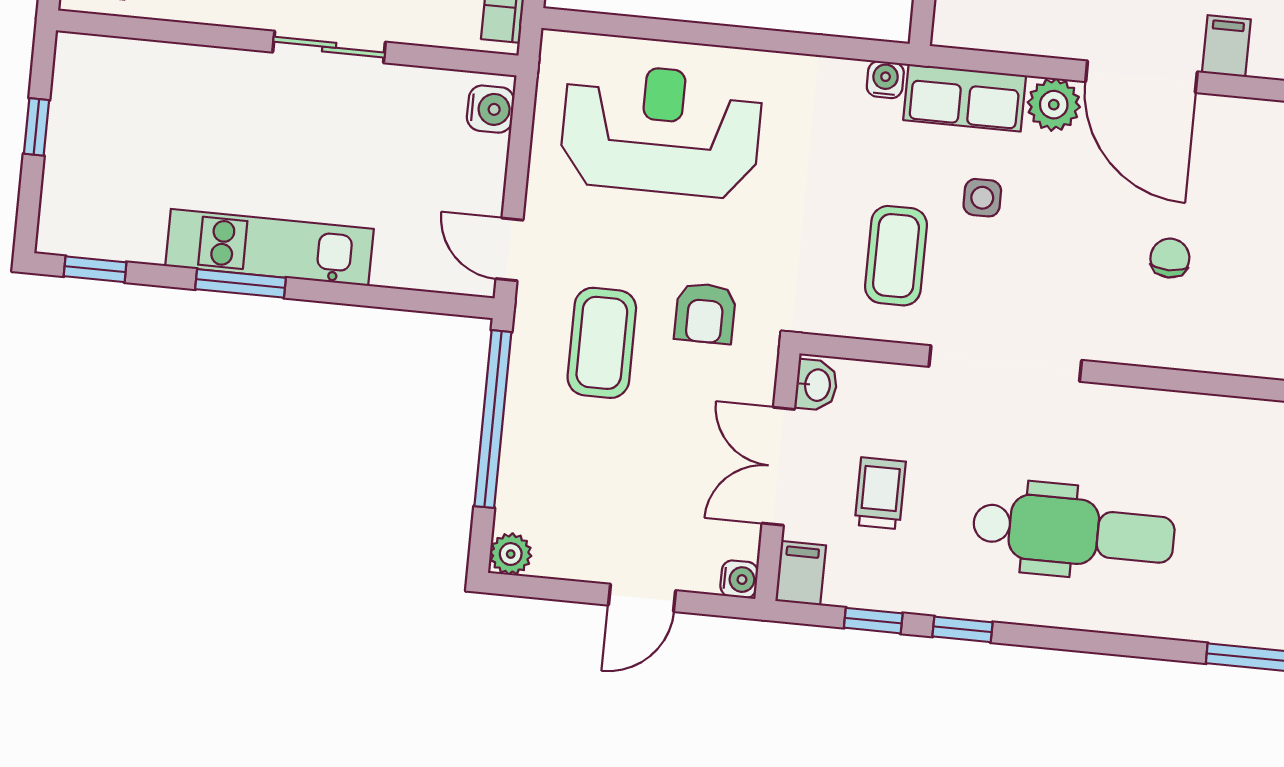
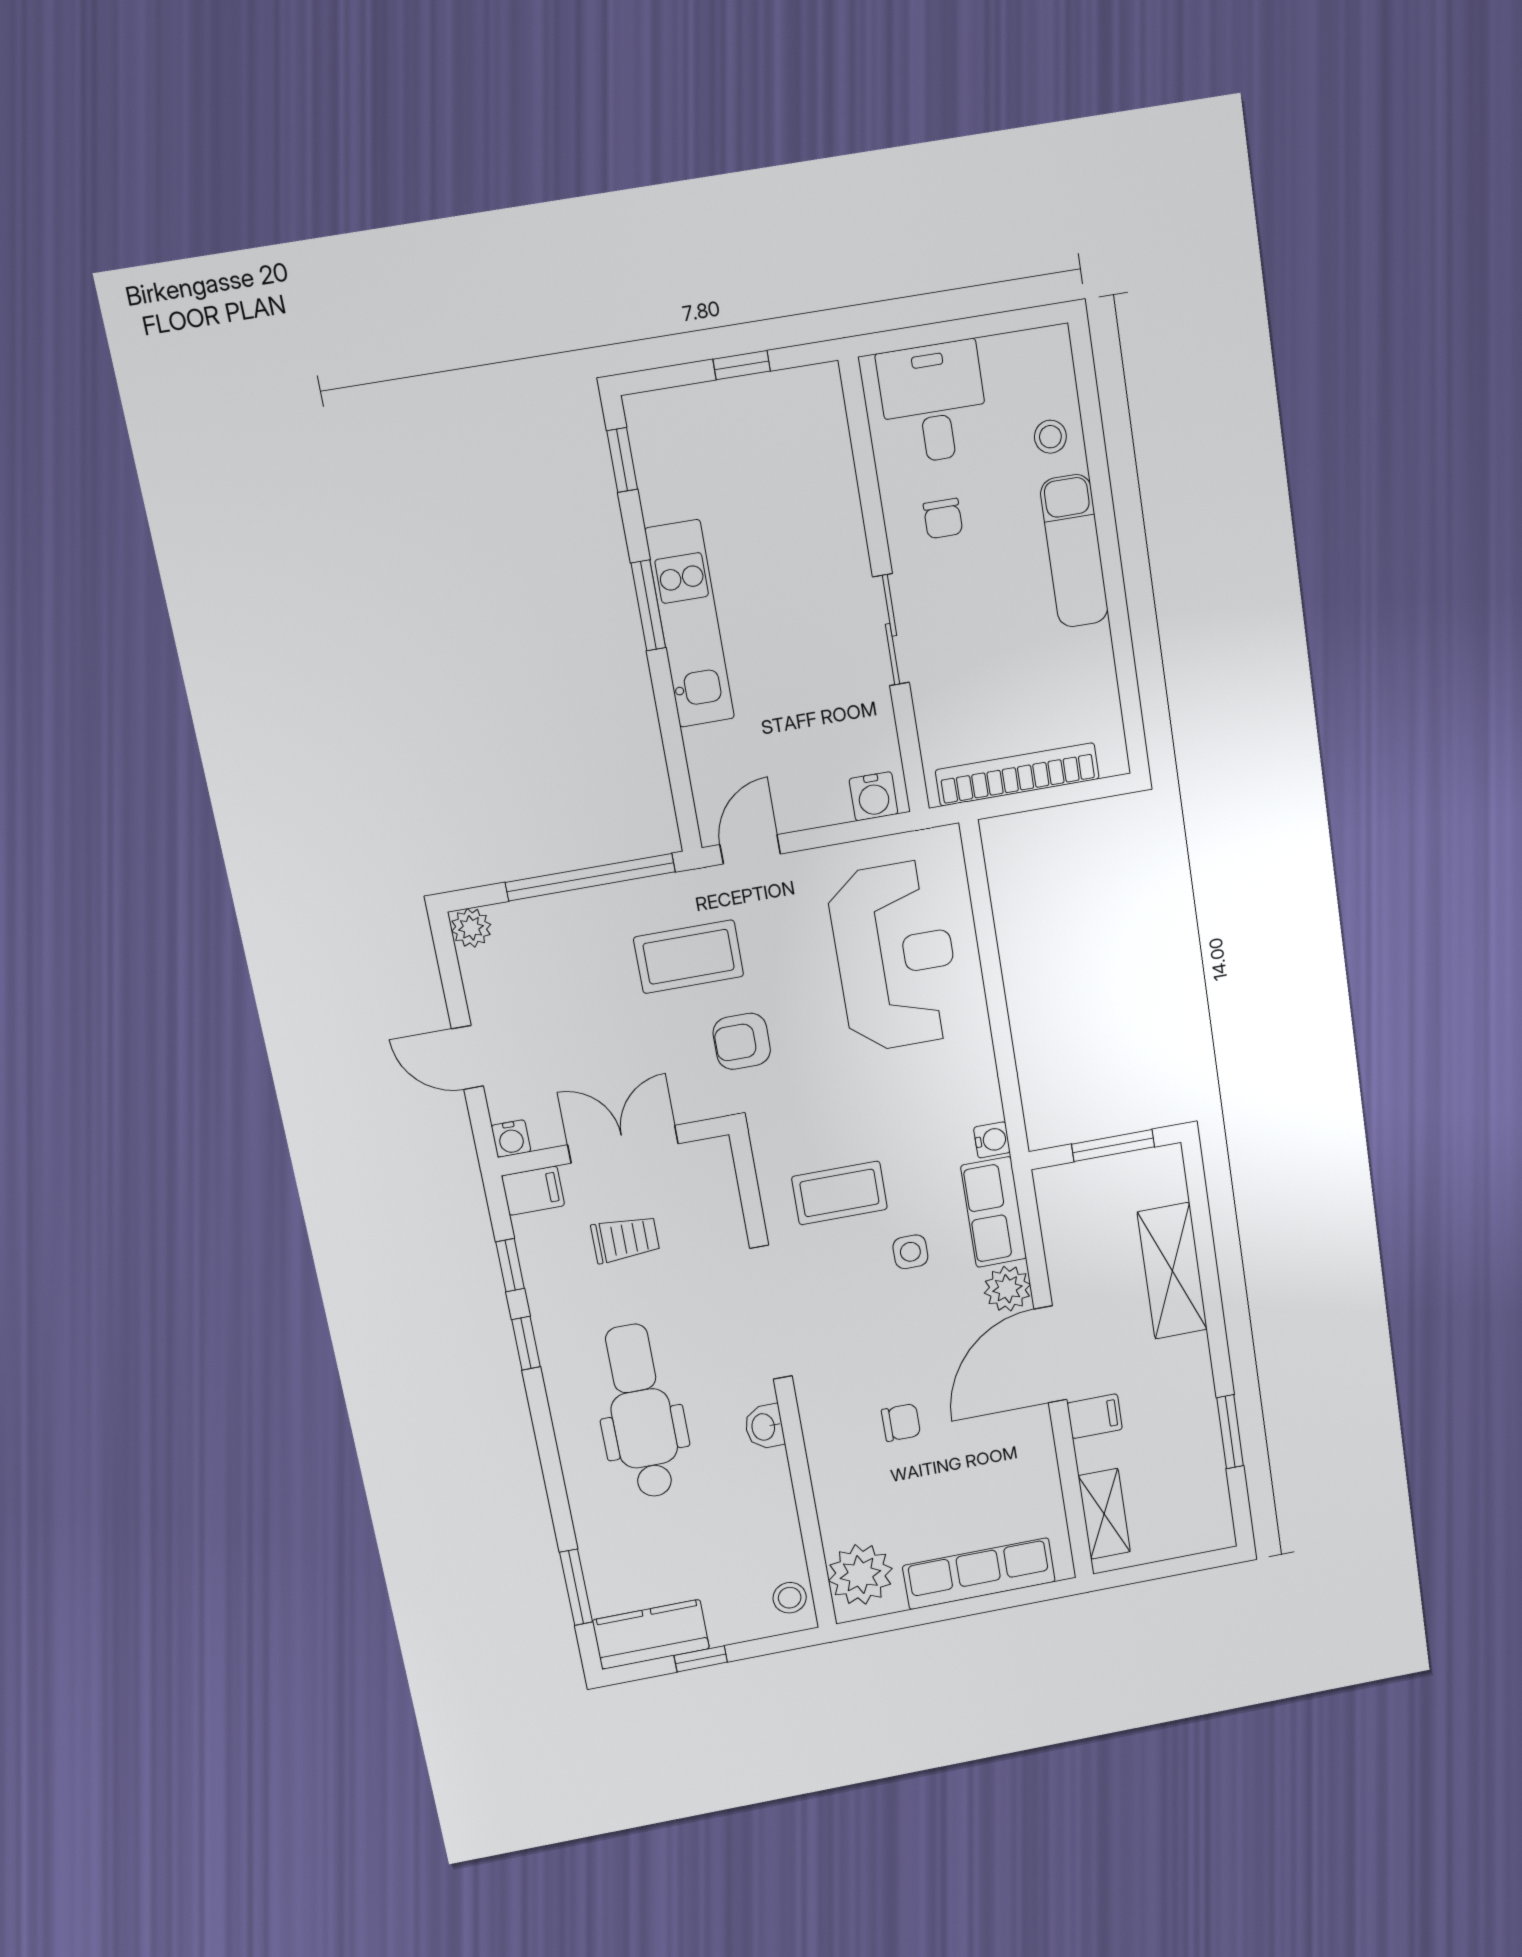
washbasin: (816, 385) -> (764, 1427), moved, turned 90
dental chair: (1074, 531) -> (641, 1411), turned 180

